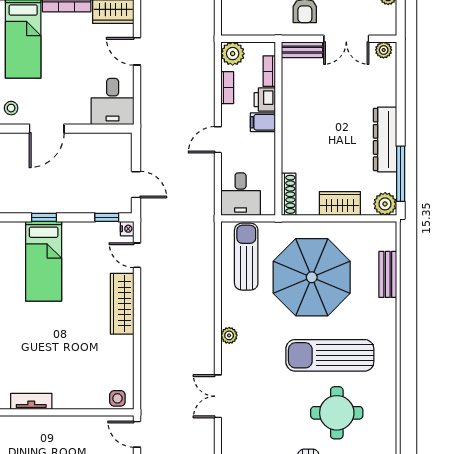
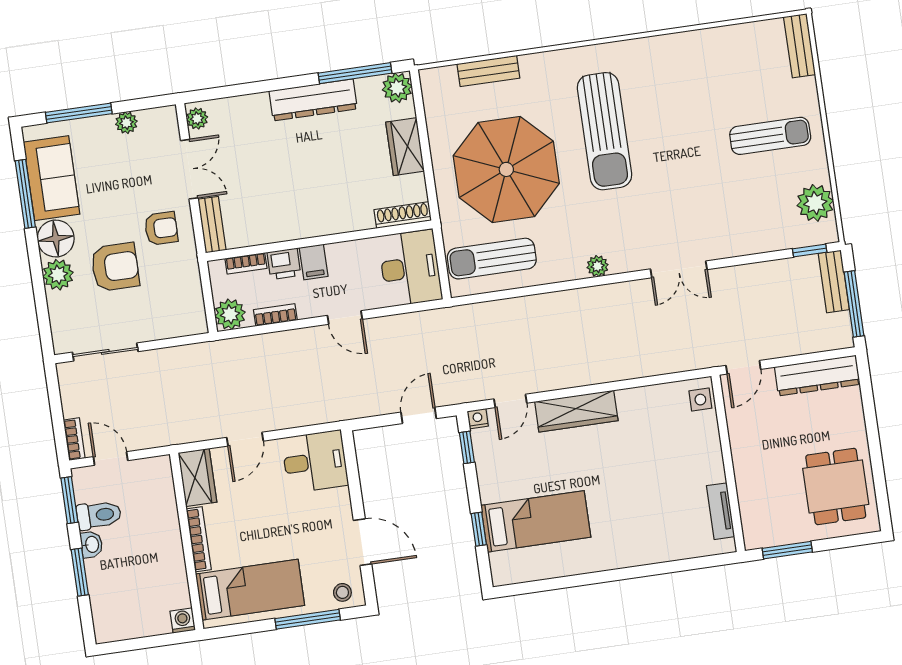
desk: (241, 194) -> (410, 268), width x1.37
round table: (337, 413) -> (678, 111), removed

